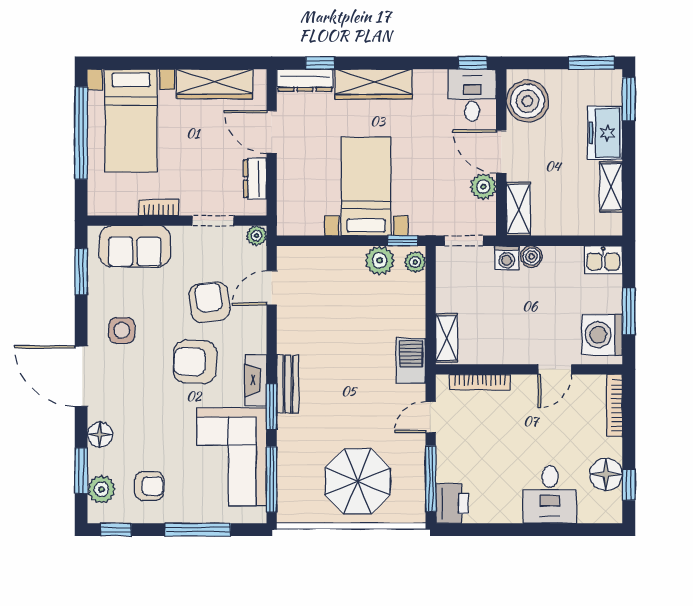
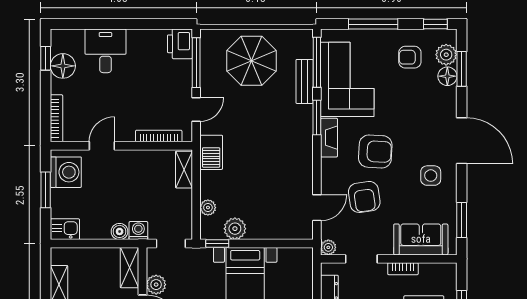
plant: (415, 262) -> (208, 208), moved
bench: (288, 384) -> (305, 81), moved
floor lamp: (100, 435) -> (447, 76), moved

